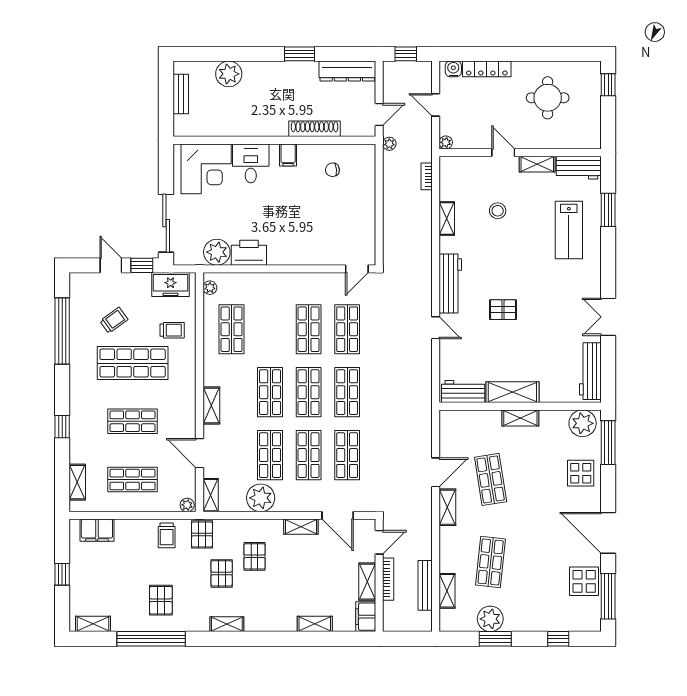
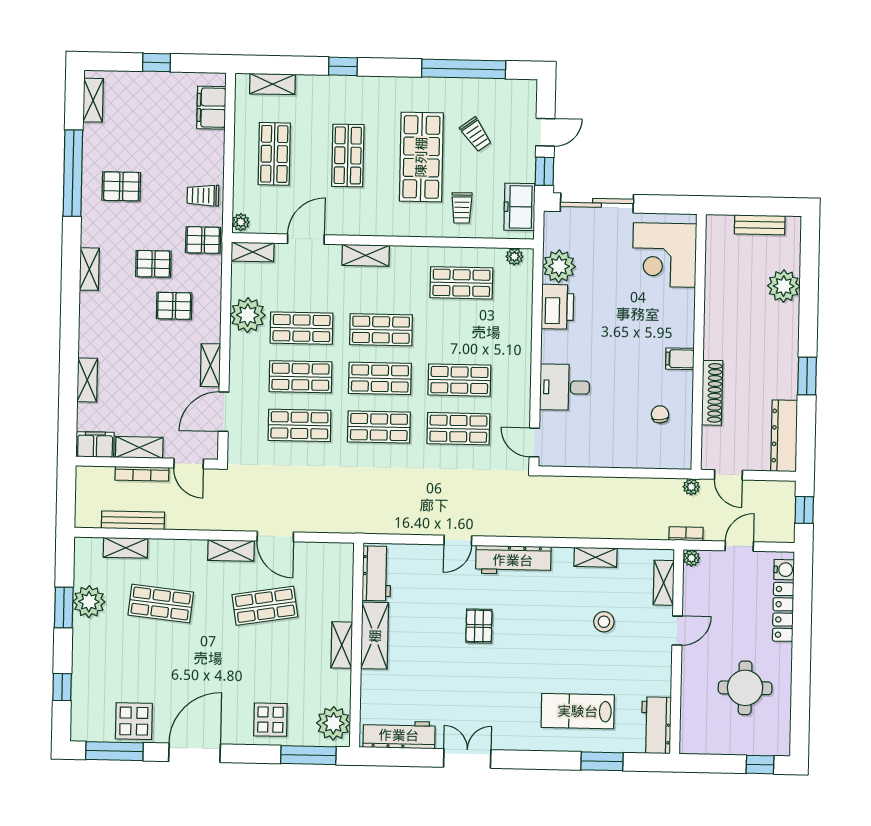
desk: (251, 163) -> (565, 387), moved, turned 180
shelving: (537, 164) -> (664, 583), moved
bookcase: (427, 176) -> (686, 534), moved

